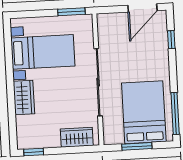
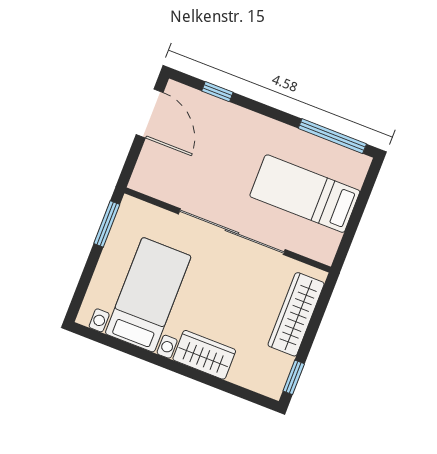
bed: (144, 112) -> (305, 194), width x0.67
wardrobe: (77, 137) -> (296, 314), width x1.50
window: (137, 146) -> (356, 217), removed

